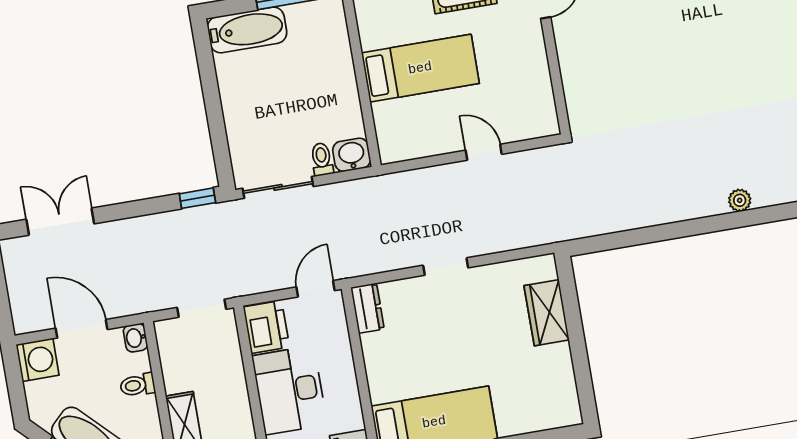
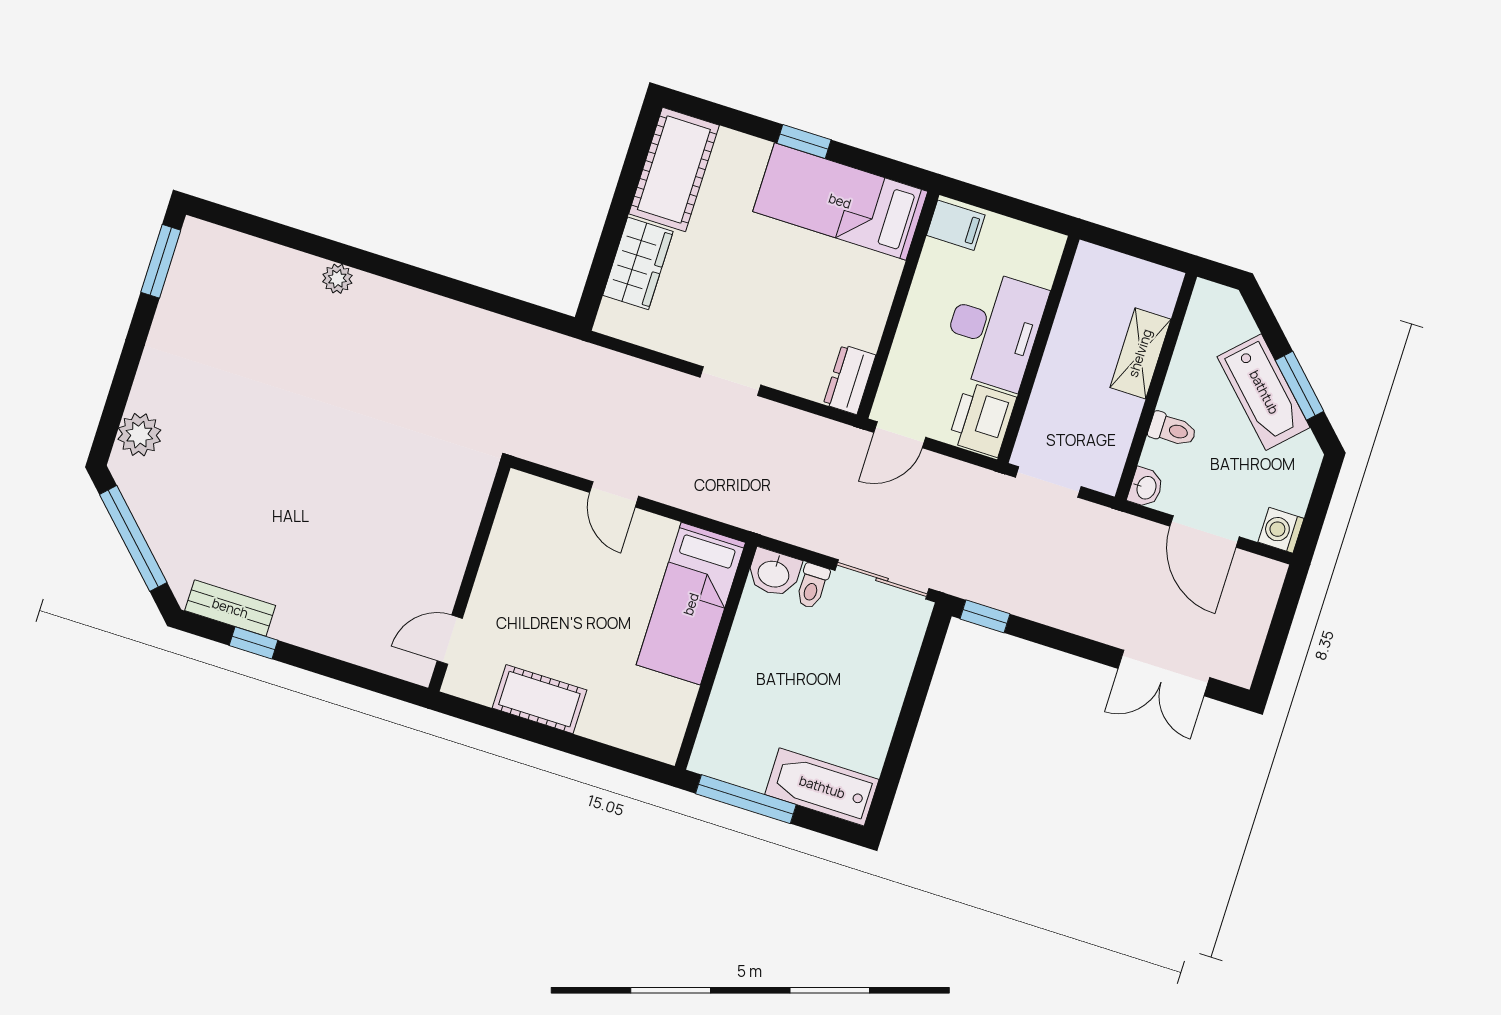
bed: (420, 68) -> (691, 604), moved, turned -90
washing machine: (38, 360) -> (1281, 530), width x0.73, depth x0.73
cot: (555, 387) -> (674, 169), added

